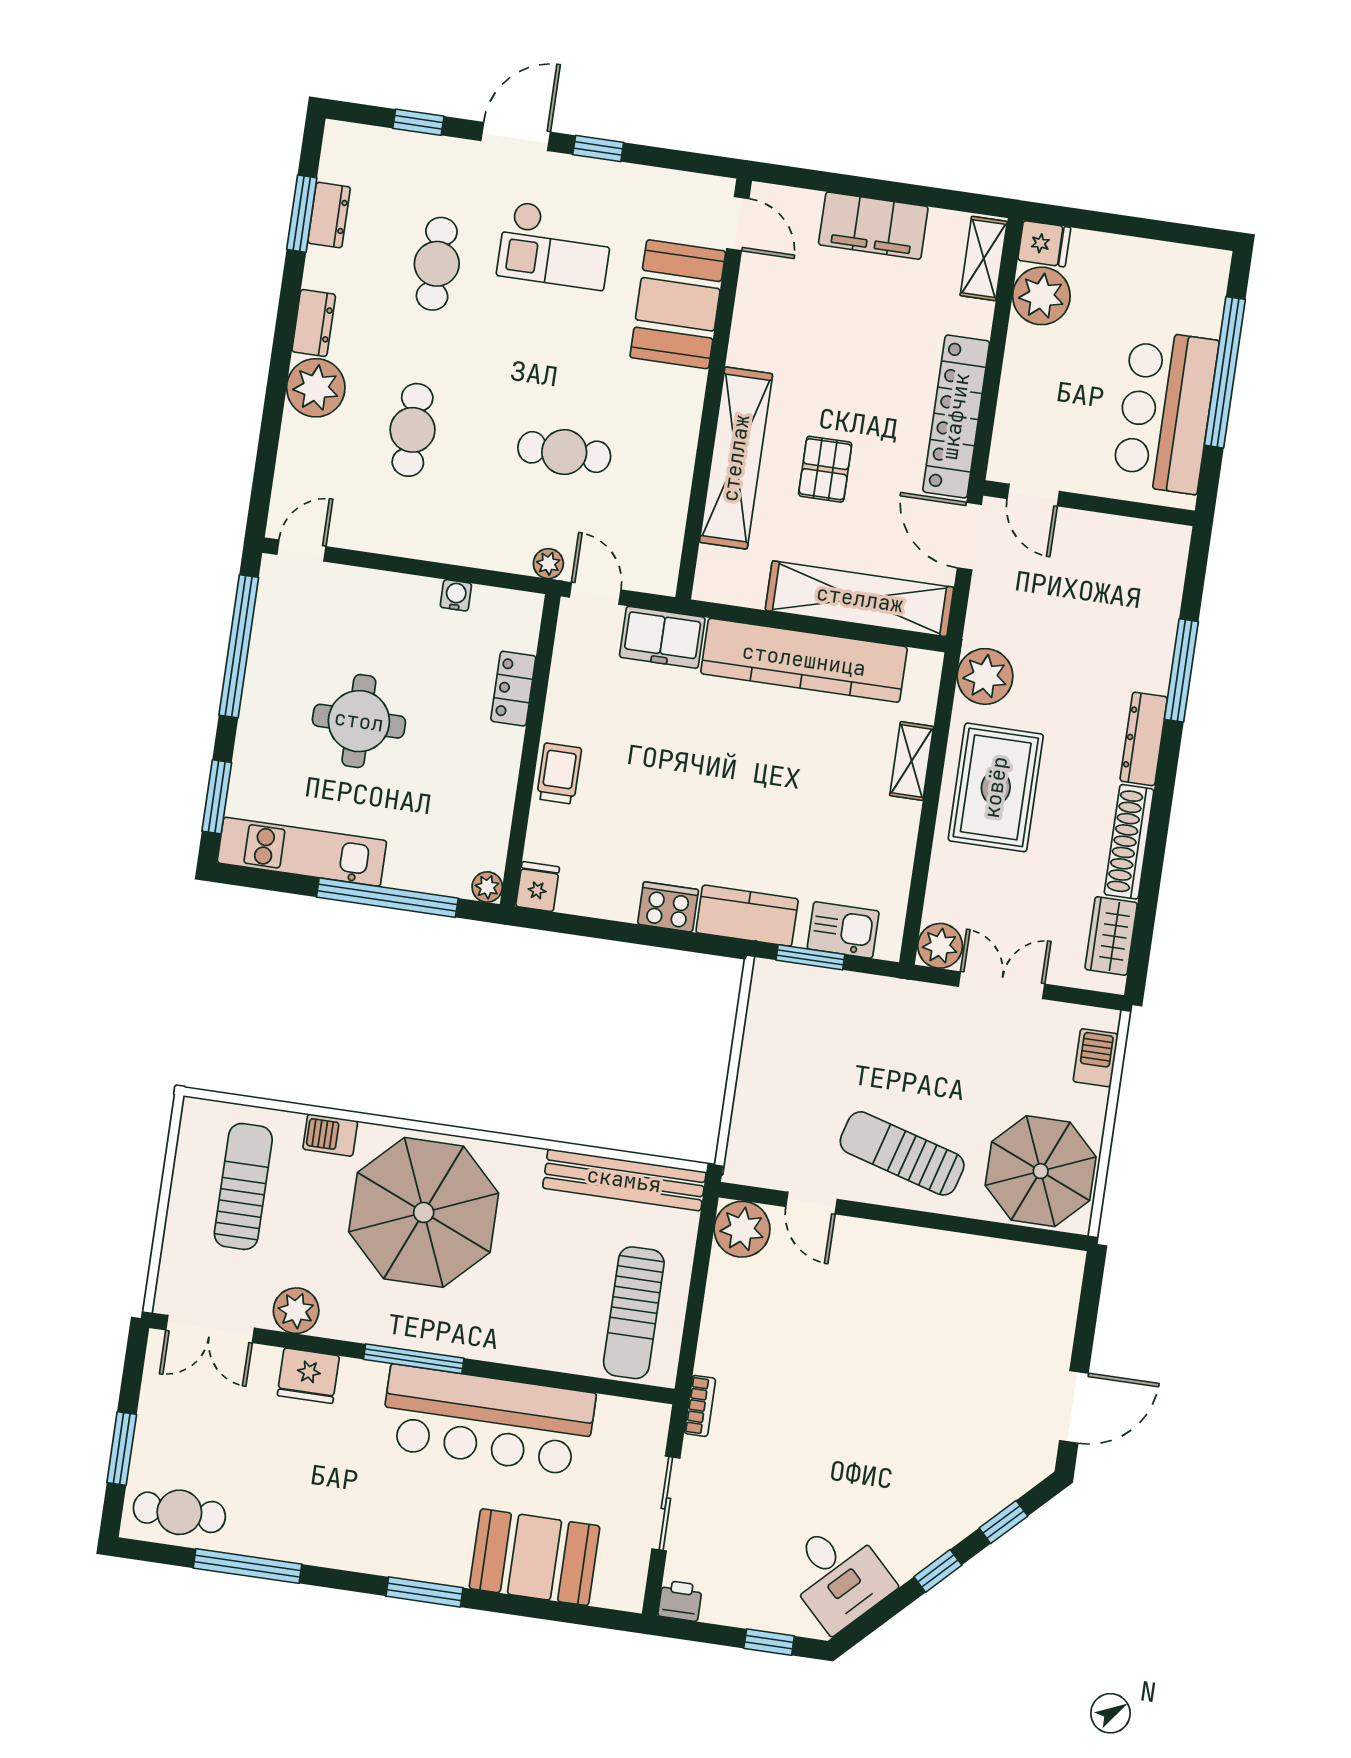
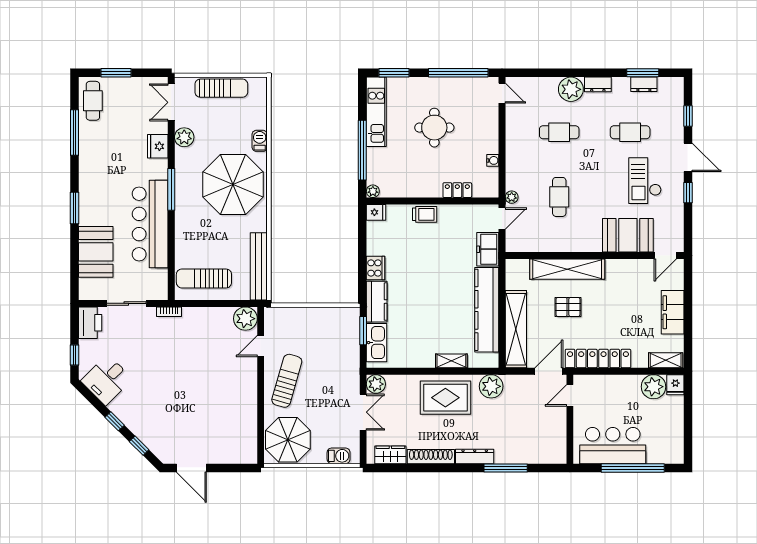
kitchen sink: (843, 930) -> (377, 343), width x1.38
sun lounger: (243, 1186) -> (221, 88), moved
printer: (680, 1601) -> (90, 323), width x1.87, depth x1.48

